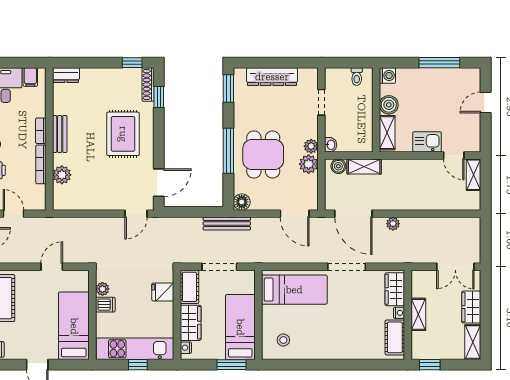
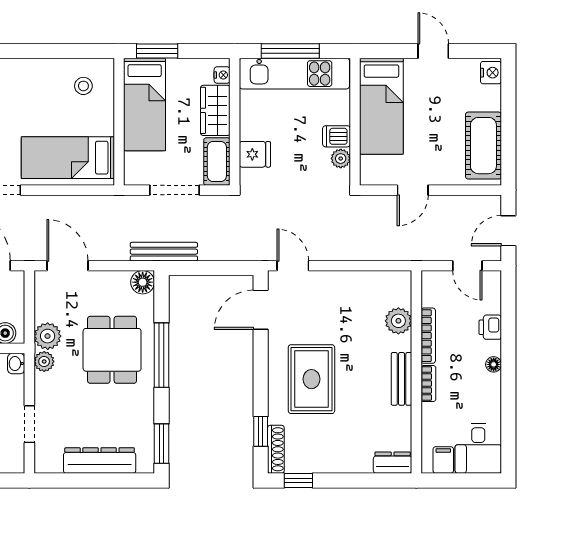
door: (136, 214) -> (293, 266), hinge flipped
window: (138, 365) -> (290, 51), width x2.17

